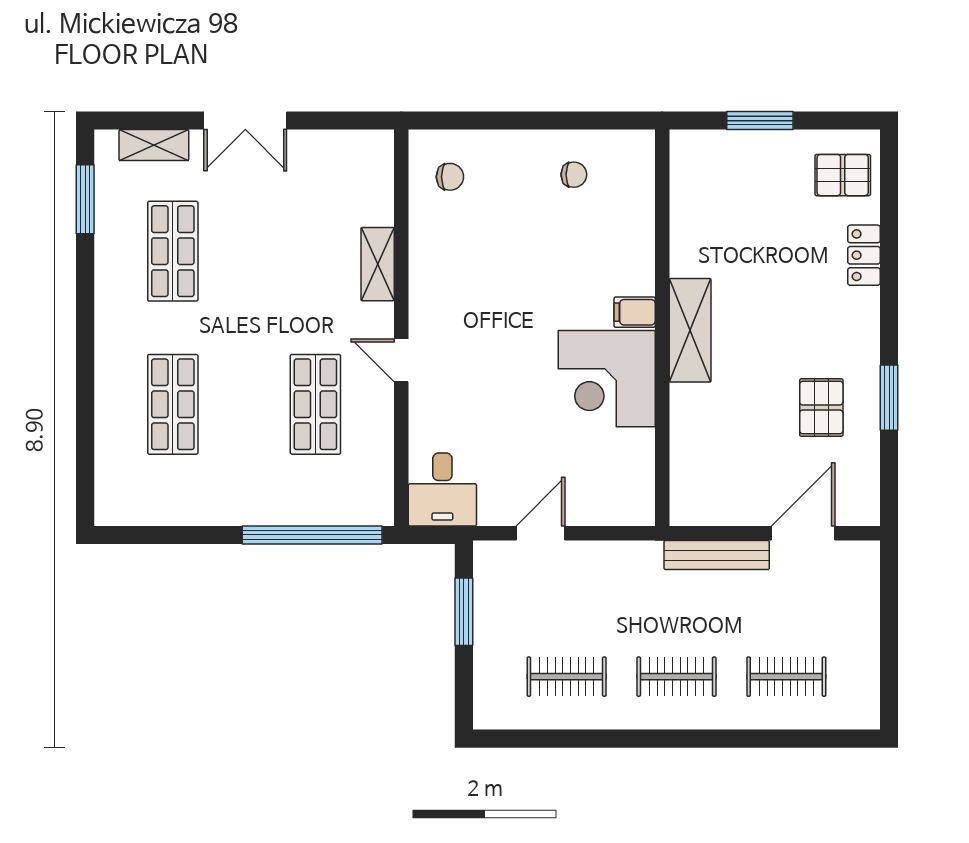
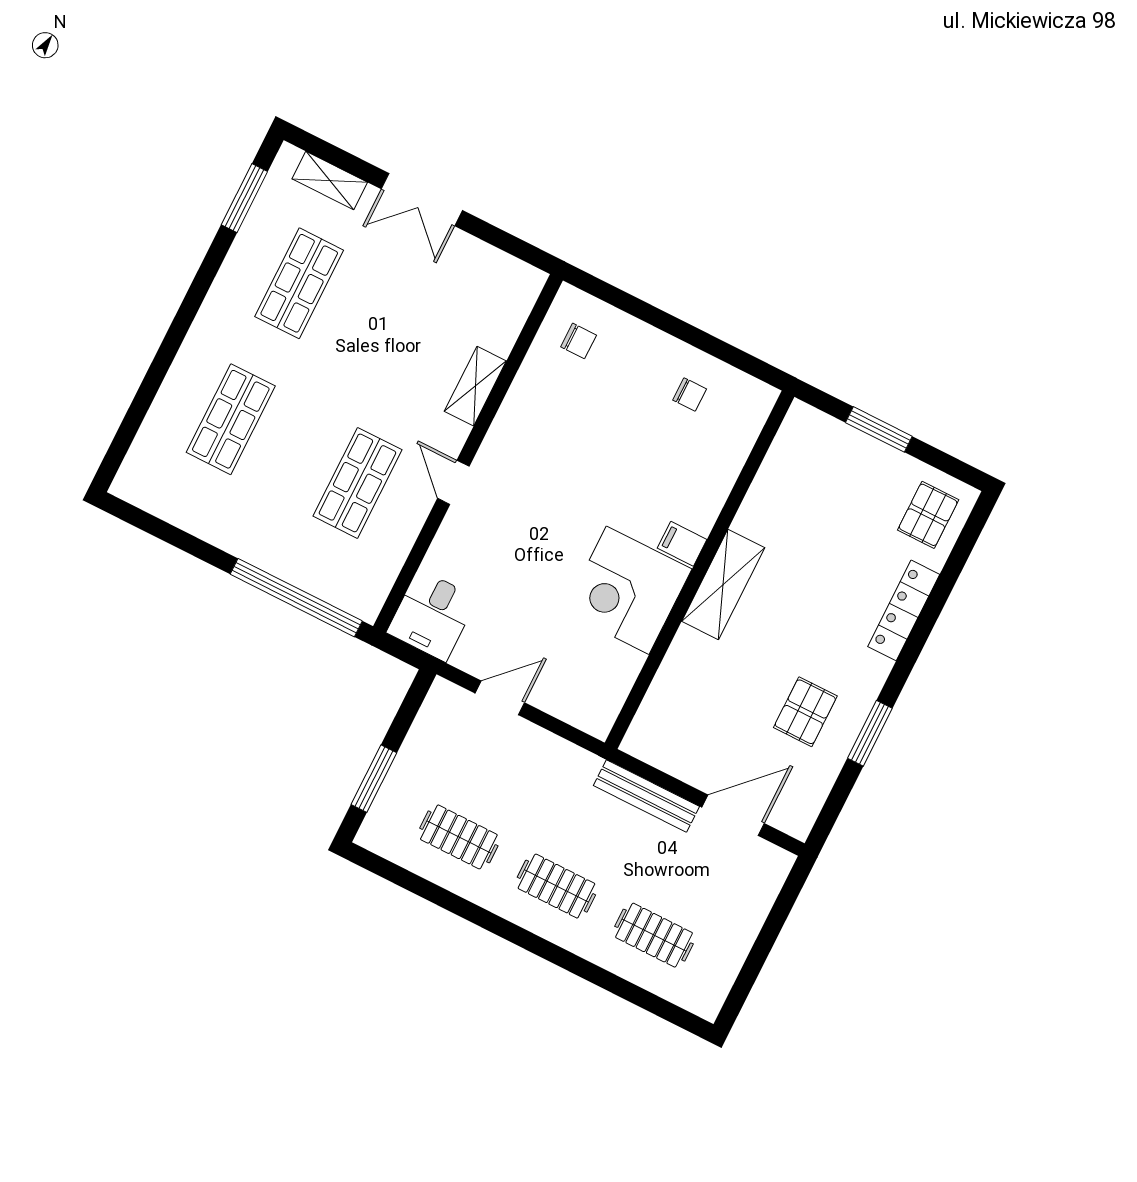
pallet: (843, 175) -> (928, 515), turned 90
locker: (864, 255) -> (904, 610), width x1.53
window: (464, 612) -> (374, 779), moved

